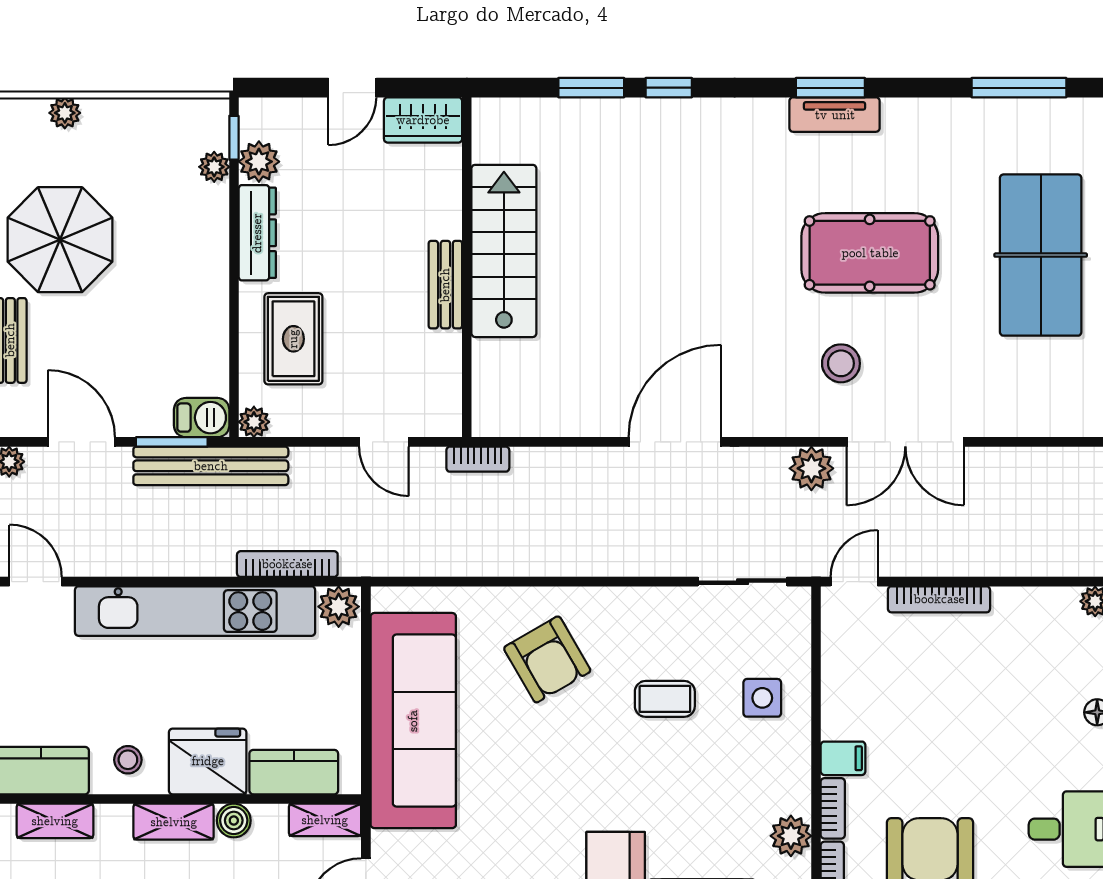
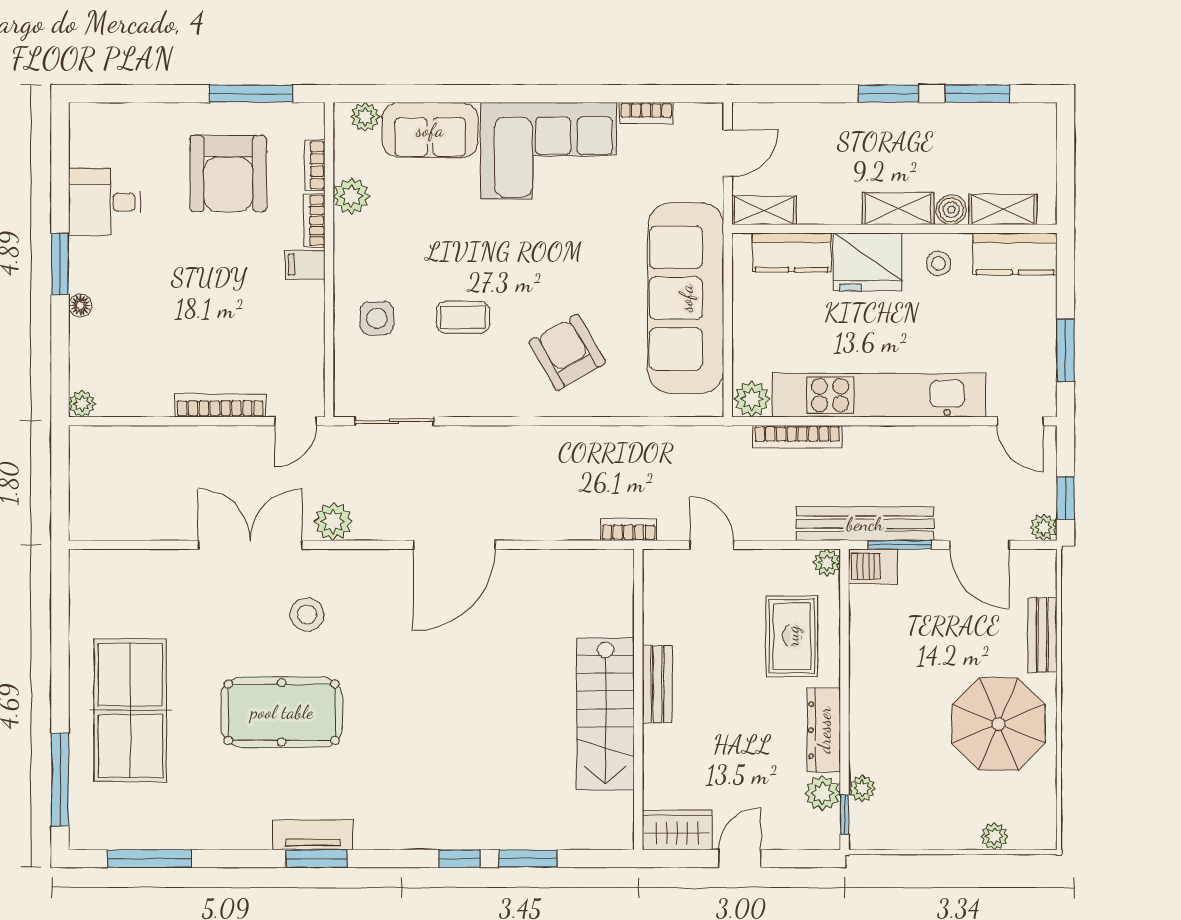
boiler: (234, 820) -> (951, 210), moved

